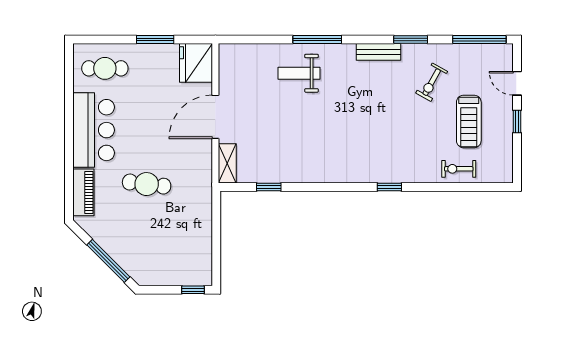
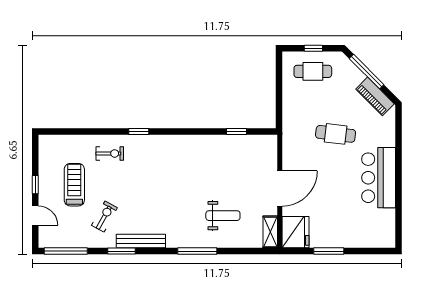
bench: (379, 52) -> (141, 241), width x1.36
cafe table: (105, 68) -> (313, 71), moved
weight bench: (299, 73) -> (223, 216), moved
shelving: (227, 163) -> (270, 232), moved
exercise bike: (459, 169) -> (110, 153), moved
piano: (83, 192) -> (375, 96), moved, turned -45
window: (193, 290) -> (313, 48), moved

